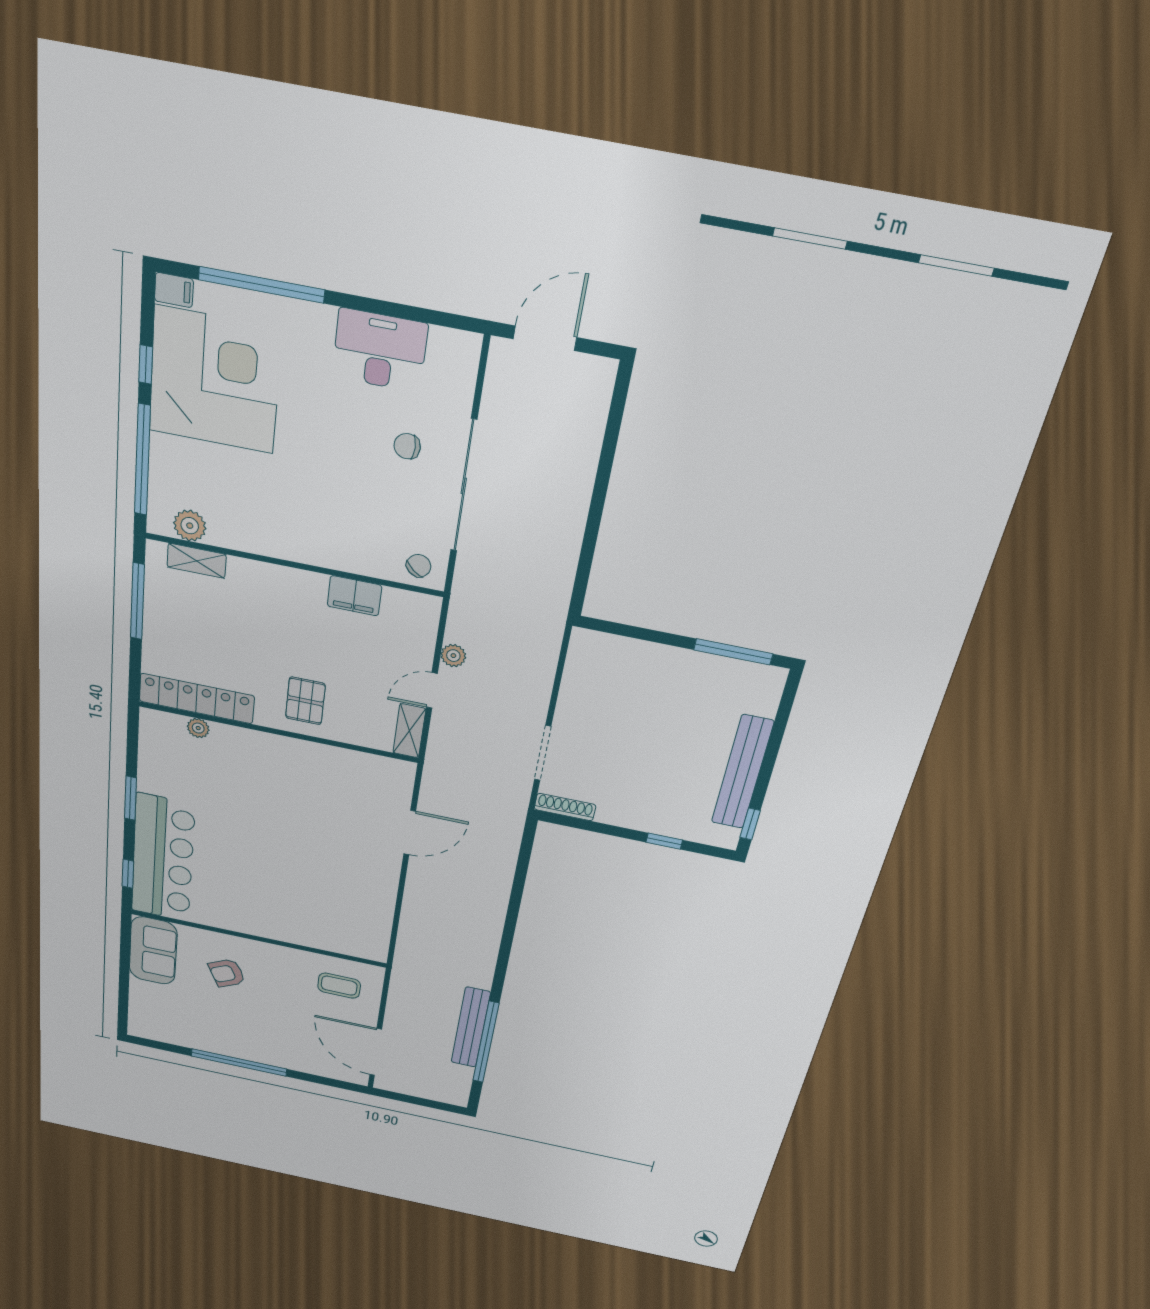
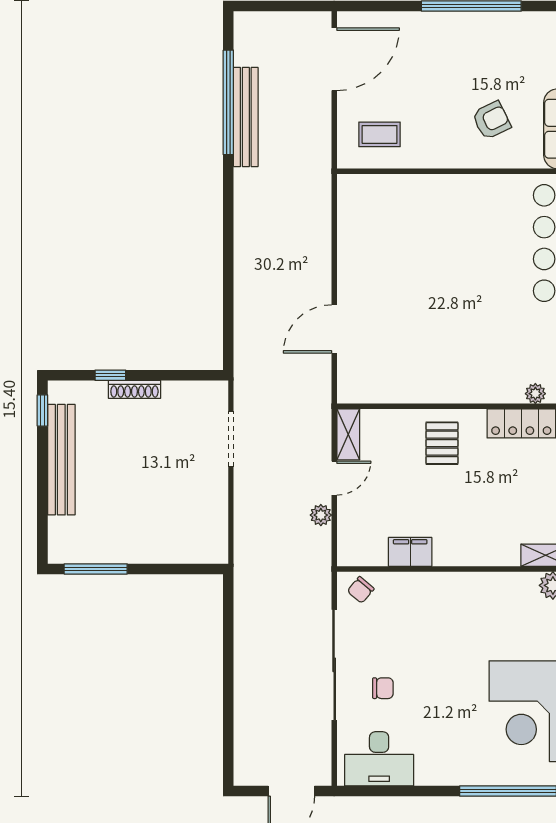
desk: (380, 350) -> (379, 759), moved
shoe rack: (565, 807) -> (134, 389), moved
door: (376, 1052) -> (334, 59), hinge flipped

